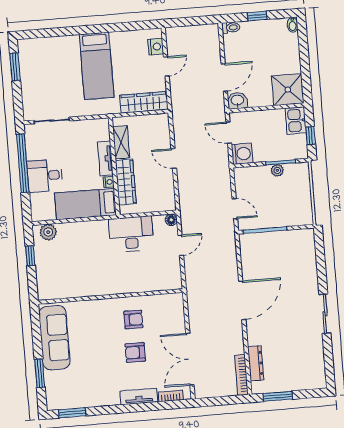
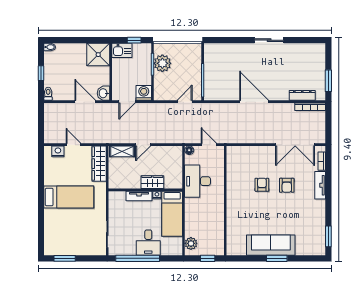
shelving: (121, 142) -> (122, 151), moved
plant: (277, 170) -> (162, 63), width x1.88, depth x1.88
wardrobe: (126, 182) -> (152, 182), width x0.67
wall: (110, 296) -> (225, 201), moved
window: (40, 373) -> (277, 258), moved

